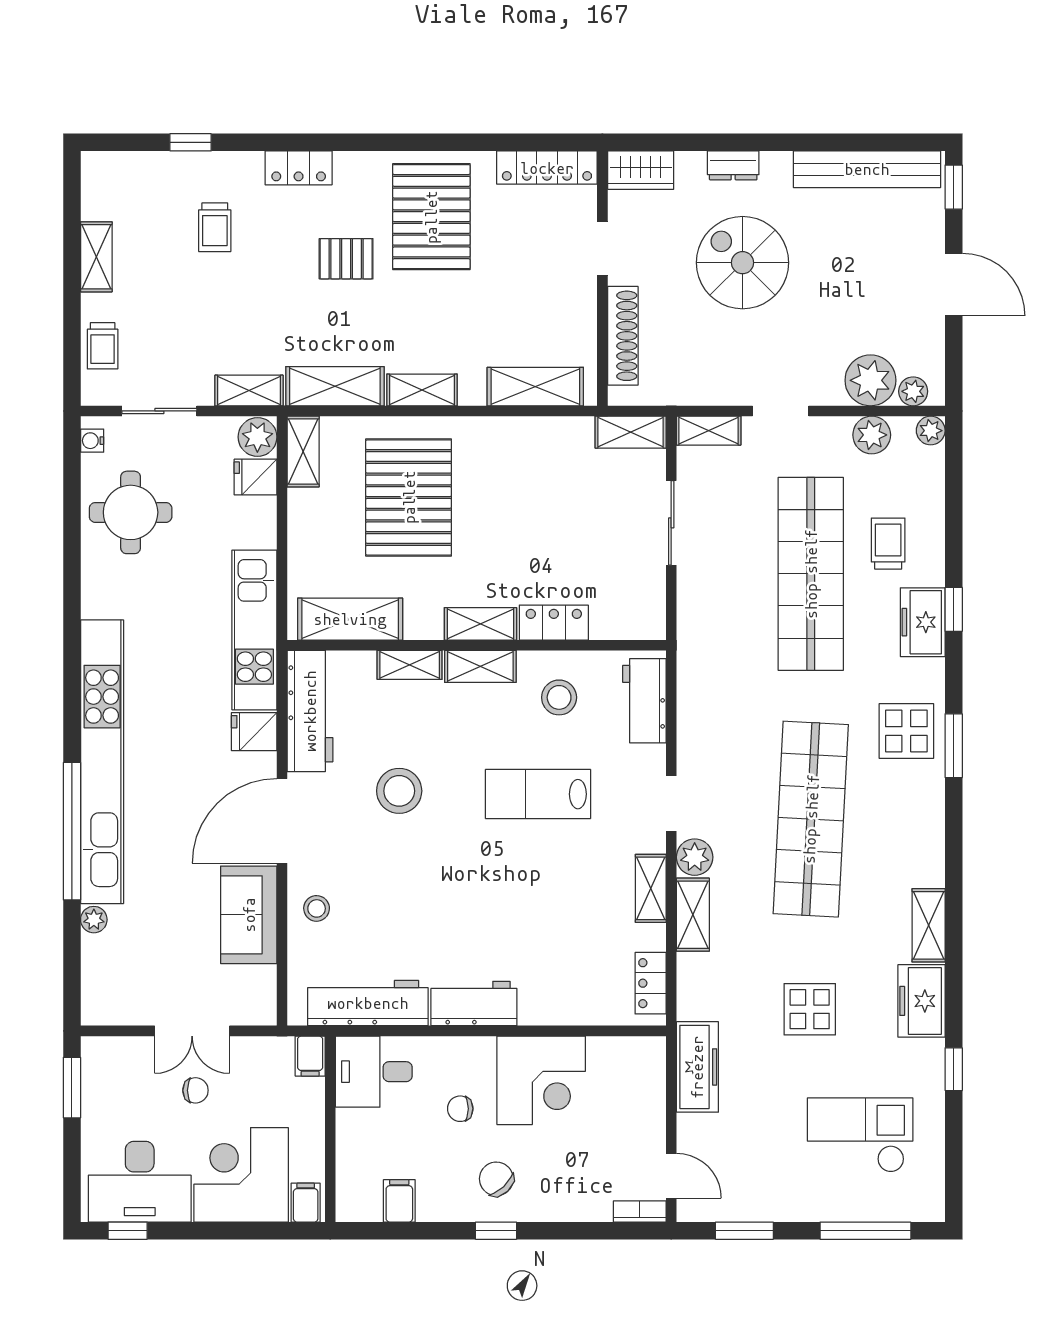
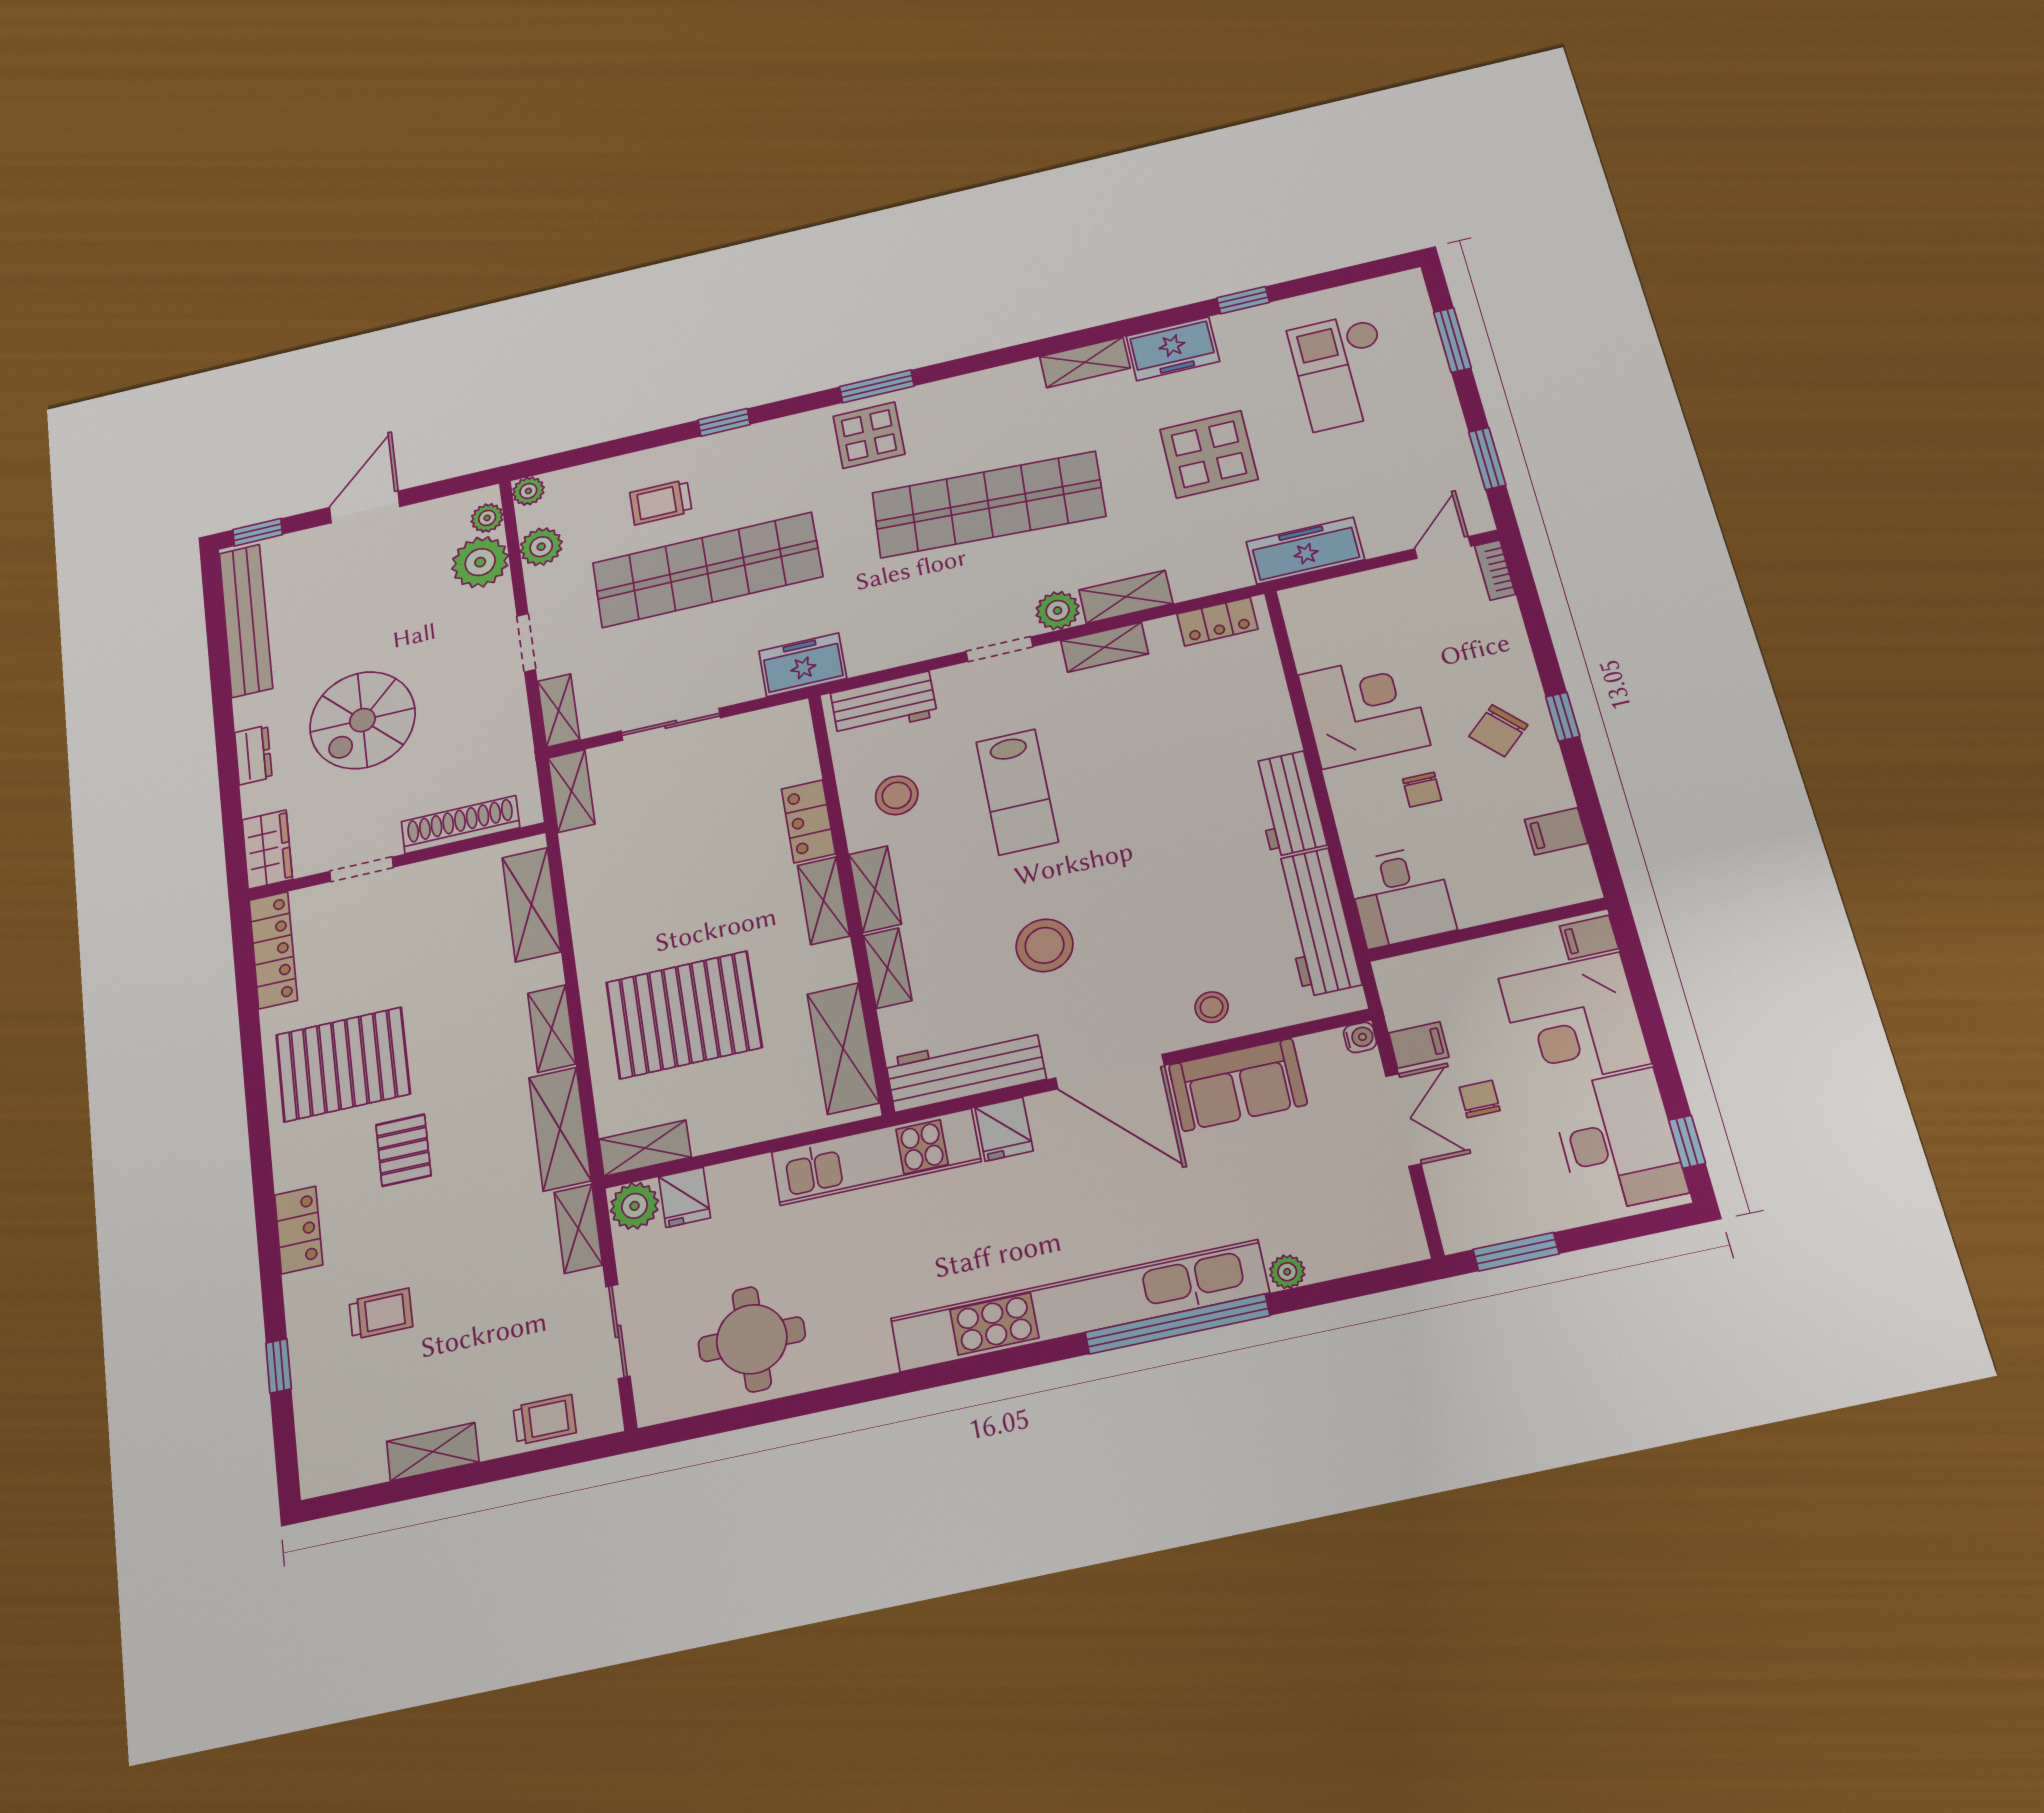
water cooler: (92, 441) -> (1360, 1037), moved, turned -90
freezer: (923, 622) -> (803, 665), moved, turned 180
display table: (810, 1009) -> (1209, 454), width x1.36, depth x1.36
filing cabinet: (310, 1056) -> (1419, 1045), moved
window: (865, 1231) -> (1452, 340), width x0.69

